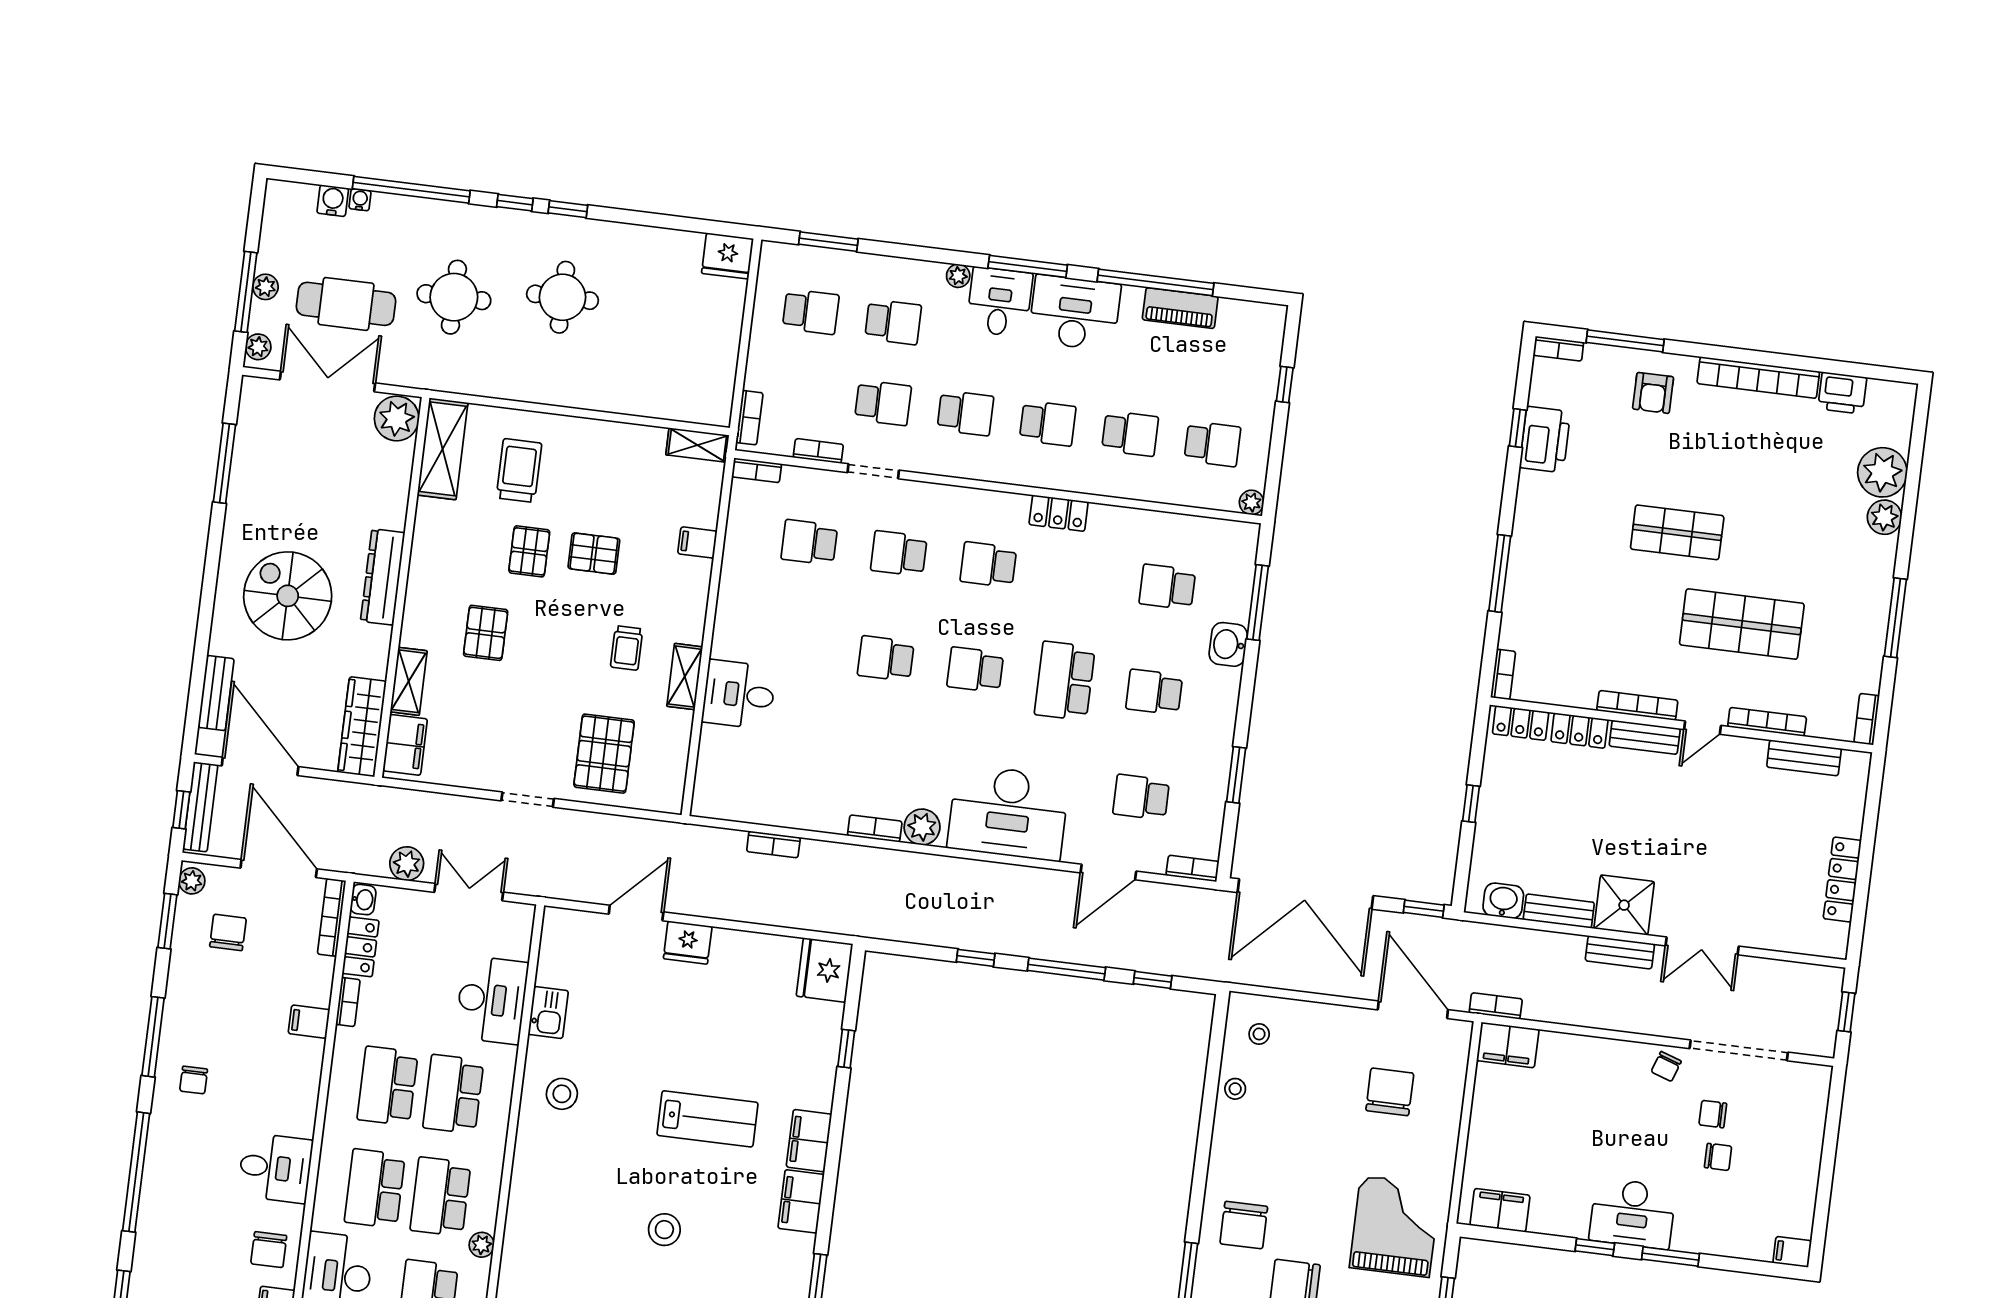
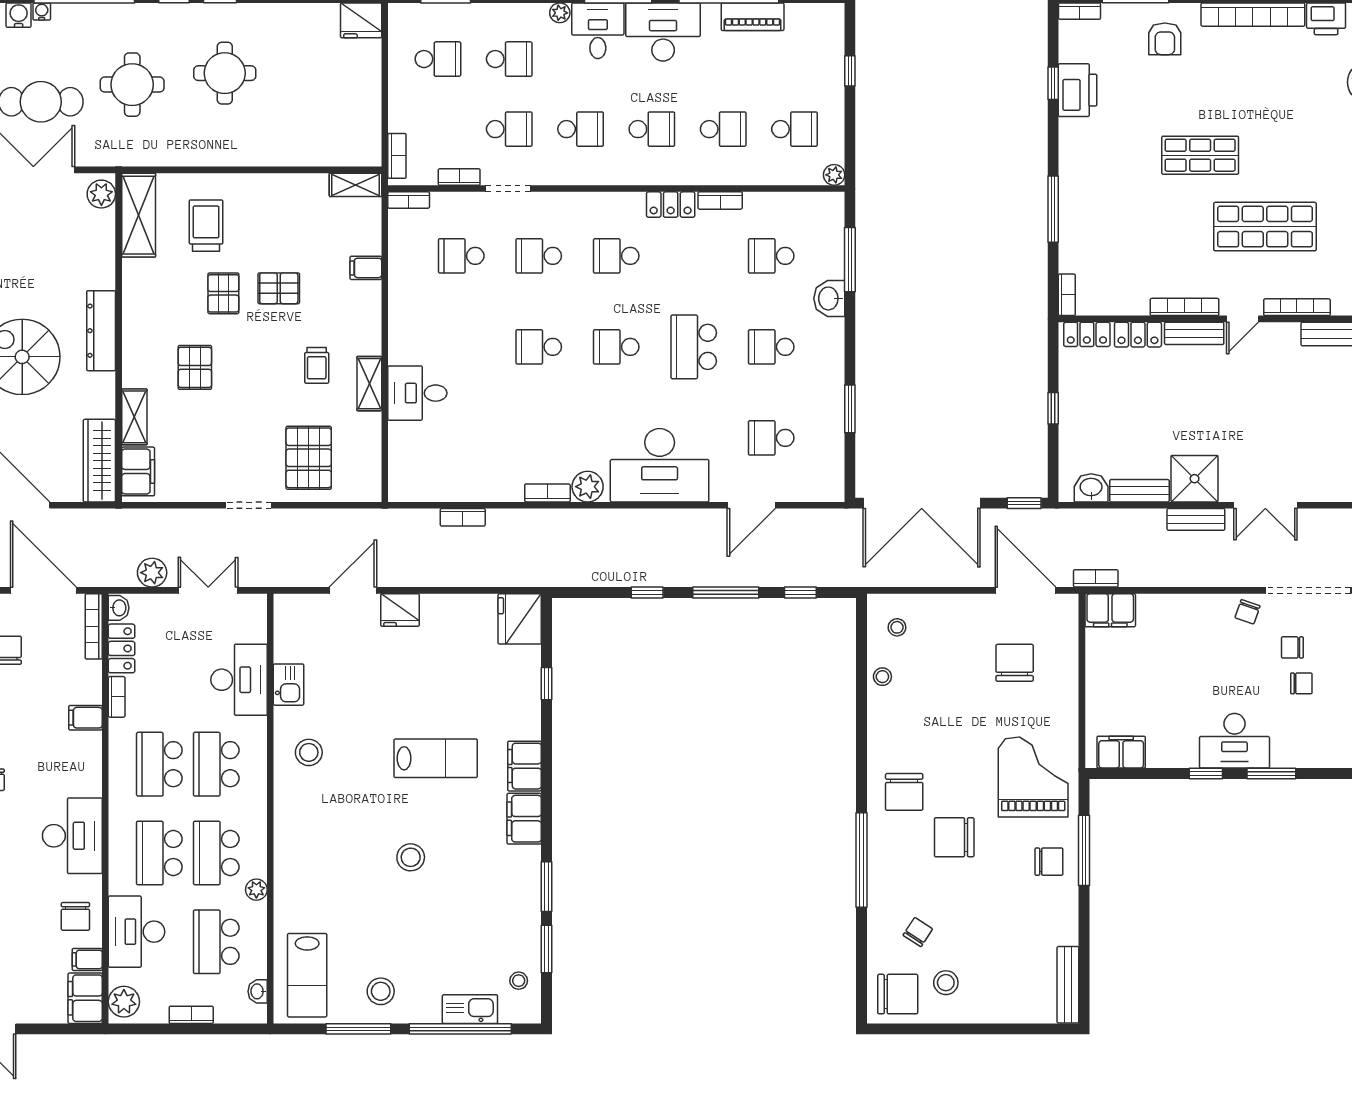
plant: (397, 418) -> (101, 194), width x0.73, depth x0.73
bookcase: (1193, 868) -> (720, 201), moved, turned 180
desk: (275, 1168) -> (72, 836), width x1.37

